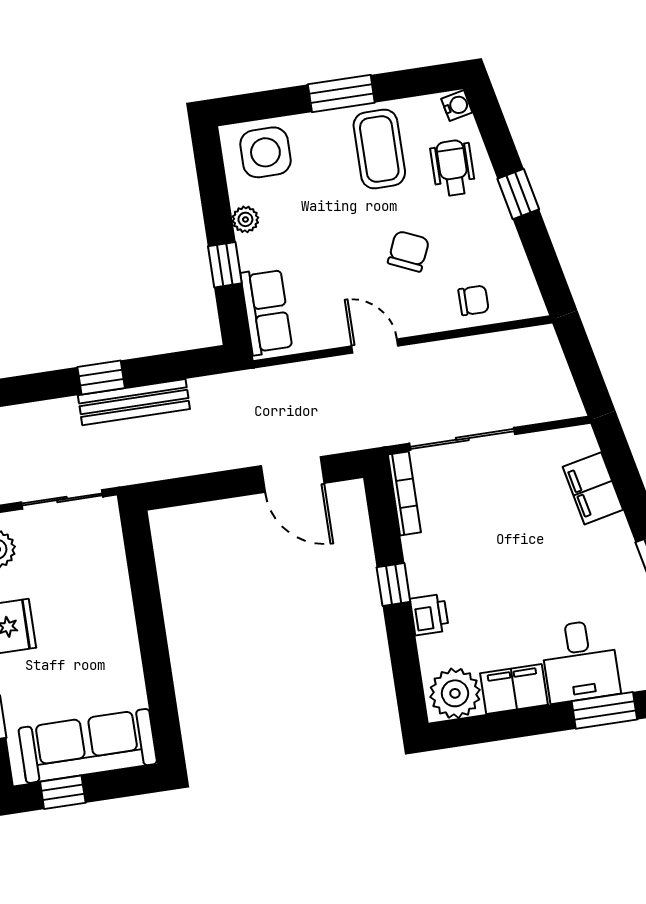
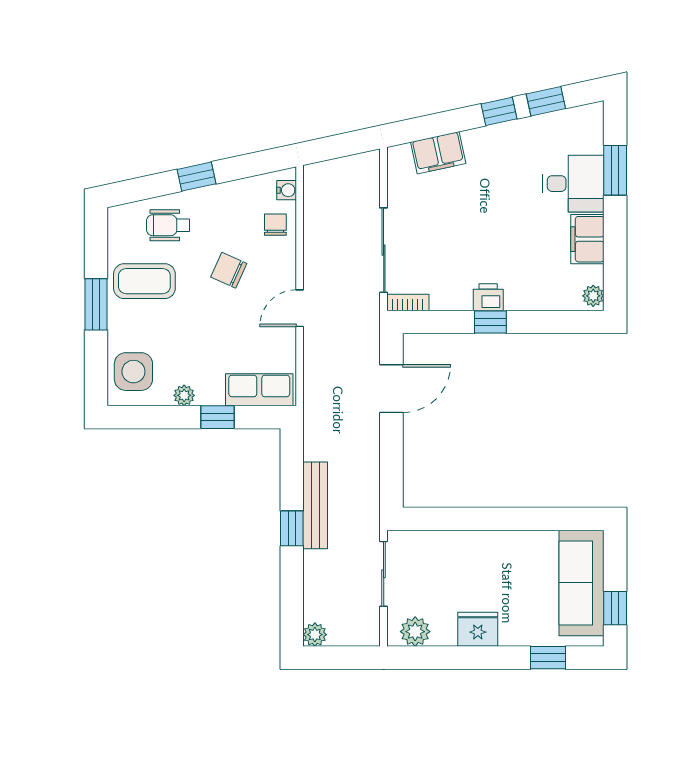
water cooler: (457, 106) -> (287, 190), moved, turned 102
bookcase: (404, 493) -> (408, 302), width x0.64
printer: (429, 615) -> (488, 297), moved
plant: (455, 693) -> (593, 296), width x0.53, depth x0.53

